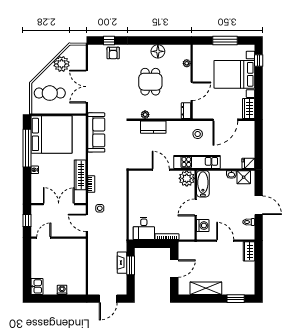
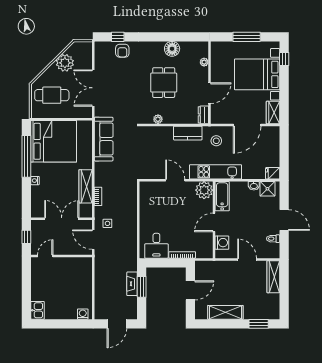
kitchen counter: (153, 127) -> (188, 133), moved
wardrobe: (249, 251) -> (273, 277), width x1.50
washing machine: (62, 290) -> (83, 314), moved

